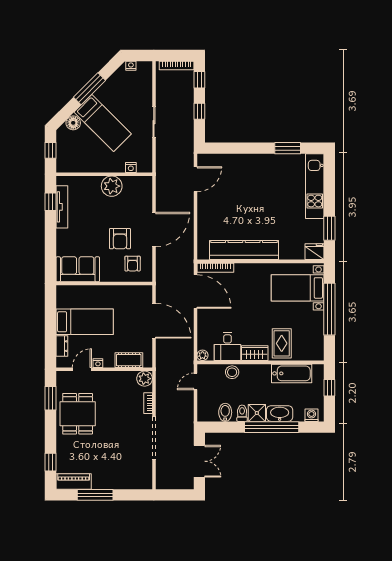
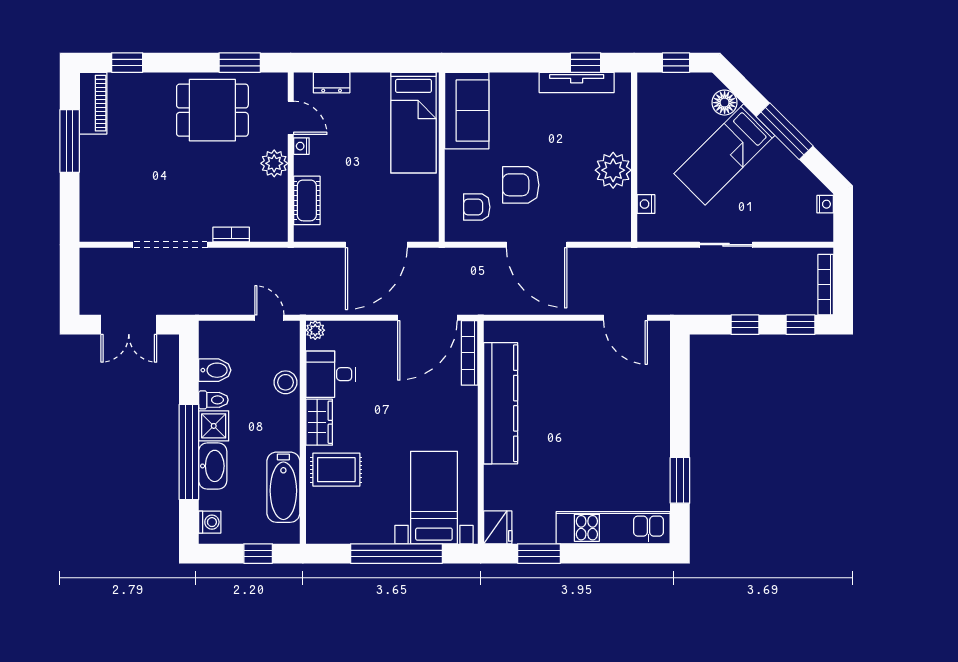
bed: (85, 322) -> (413, 123), moved
plant: (145, 379) -> (274, 163), moved

